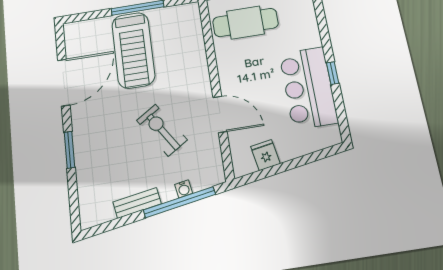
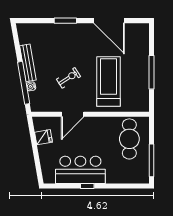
treadmill: (133, 50) -> (109, 82), moved, turned 90
exercise bike: (162, 130) -> (69, 78), width x0.73, depth x0.72
bench: (137, 203) -> (28, 63), width x1.36

